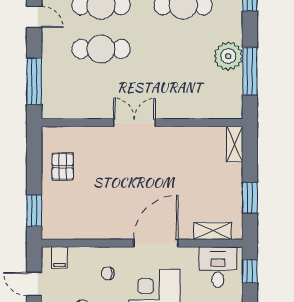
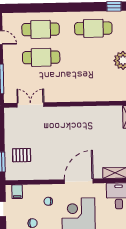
double door: (134, 123) -> (30, 105), moved
pallet: (63, 167) -> (22, 155), moved, turned 90

